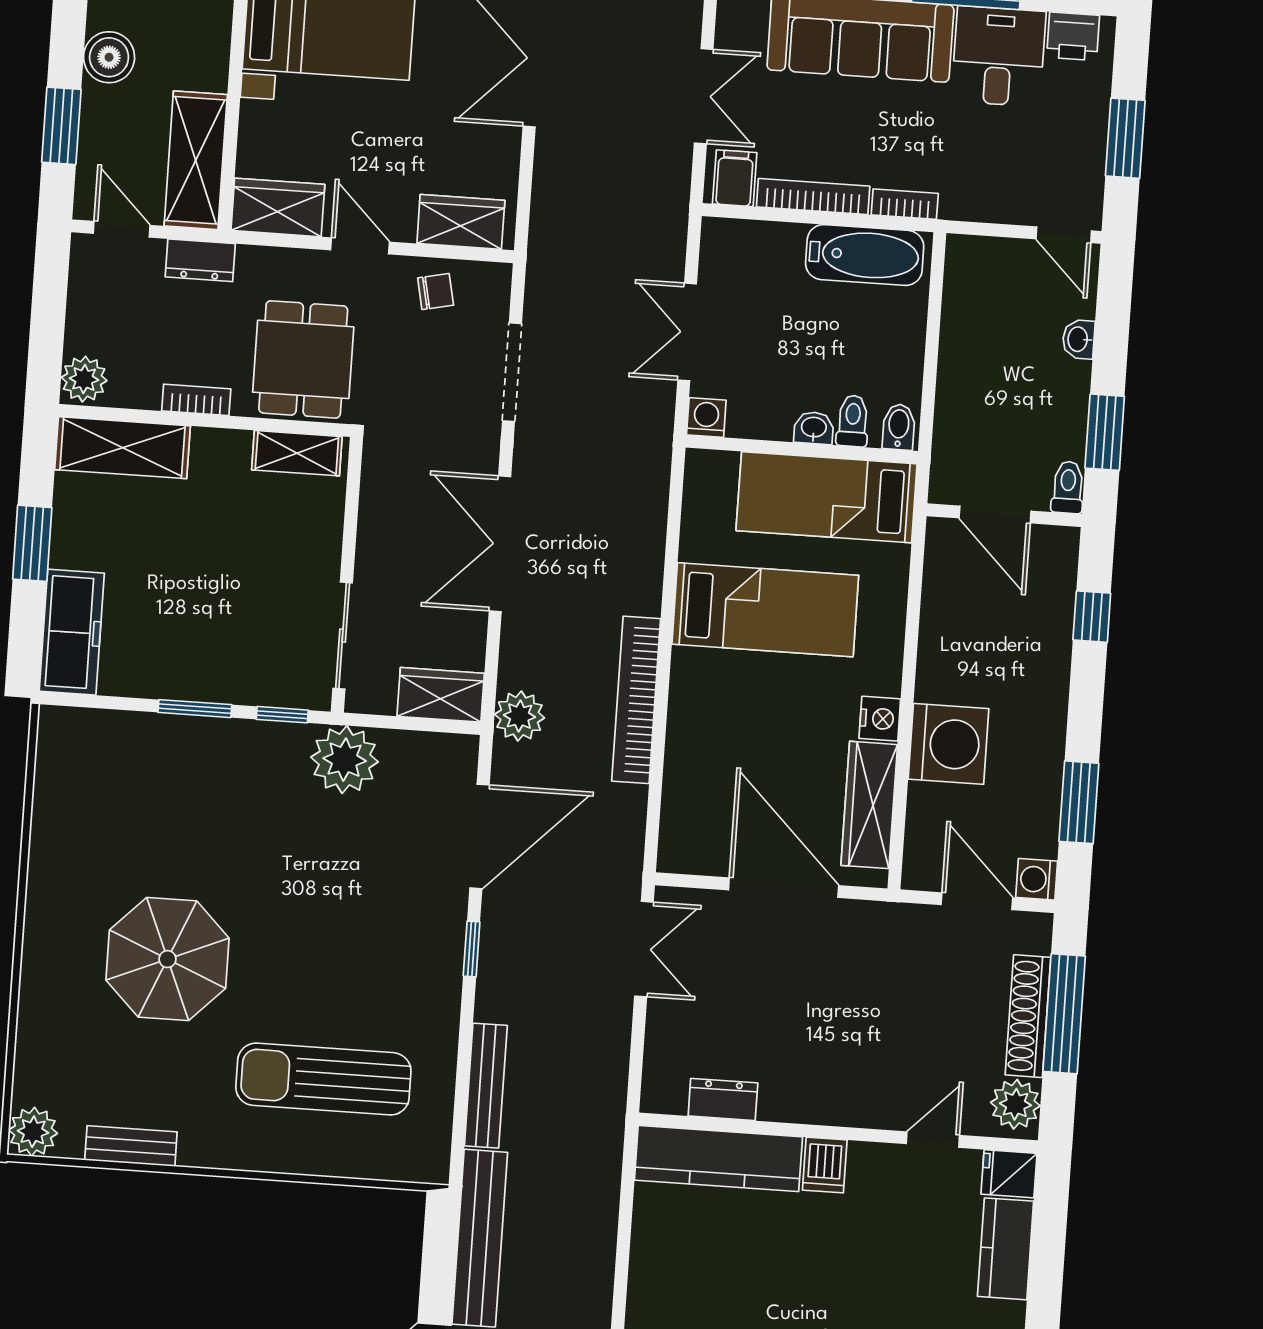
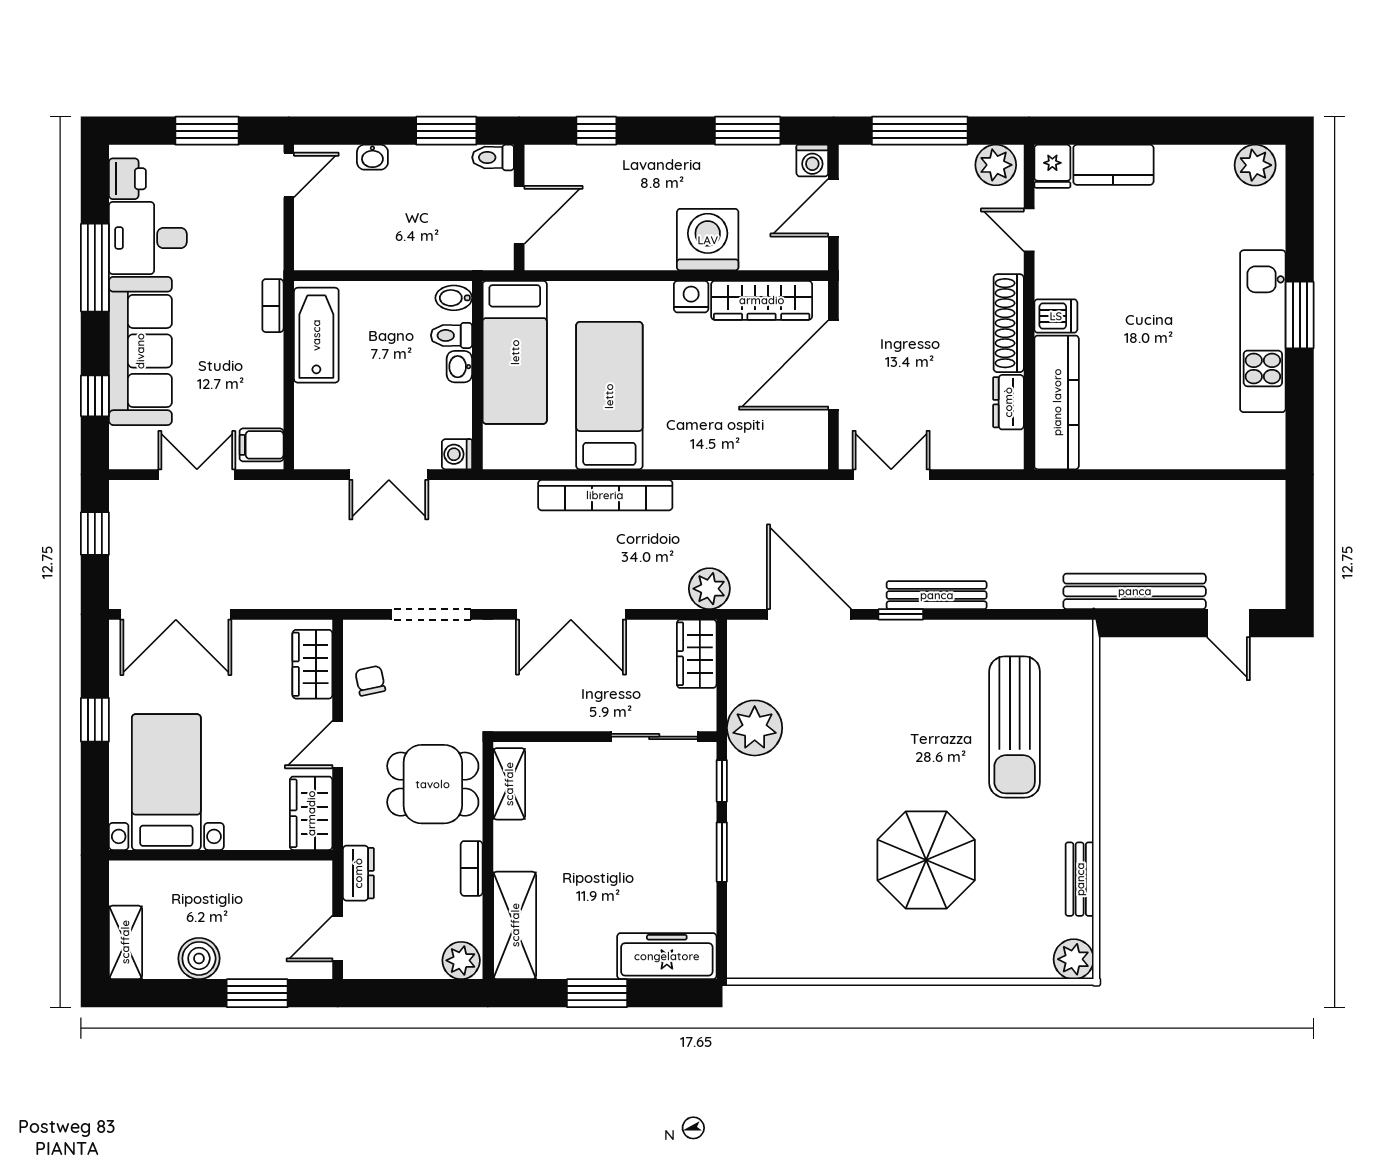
shelving: (196, 160) -> (278, 882), removed
bookcase: (813, 197) -> (272, 380), removed
bookcase: (636, 700) -> (605, 495), moved
shoe rack: (1028, 1016) -> (1009, 323), moved, turned 90
bench: (486, 1086) -> (937, 595), moved

